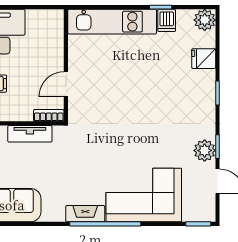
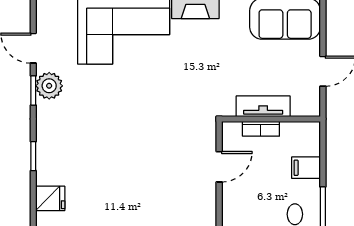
bookcase: (49, 115) -> (261, 129), moved

